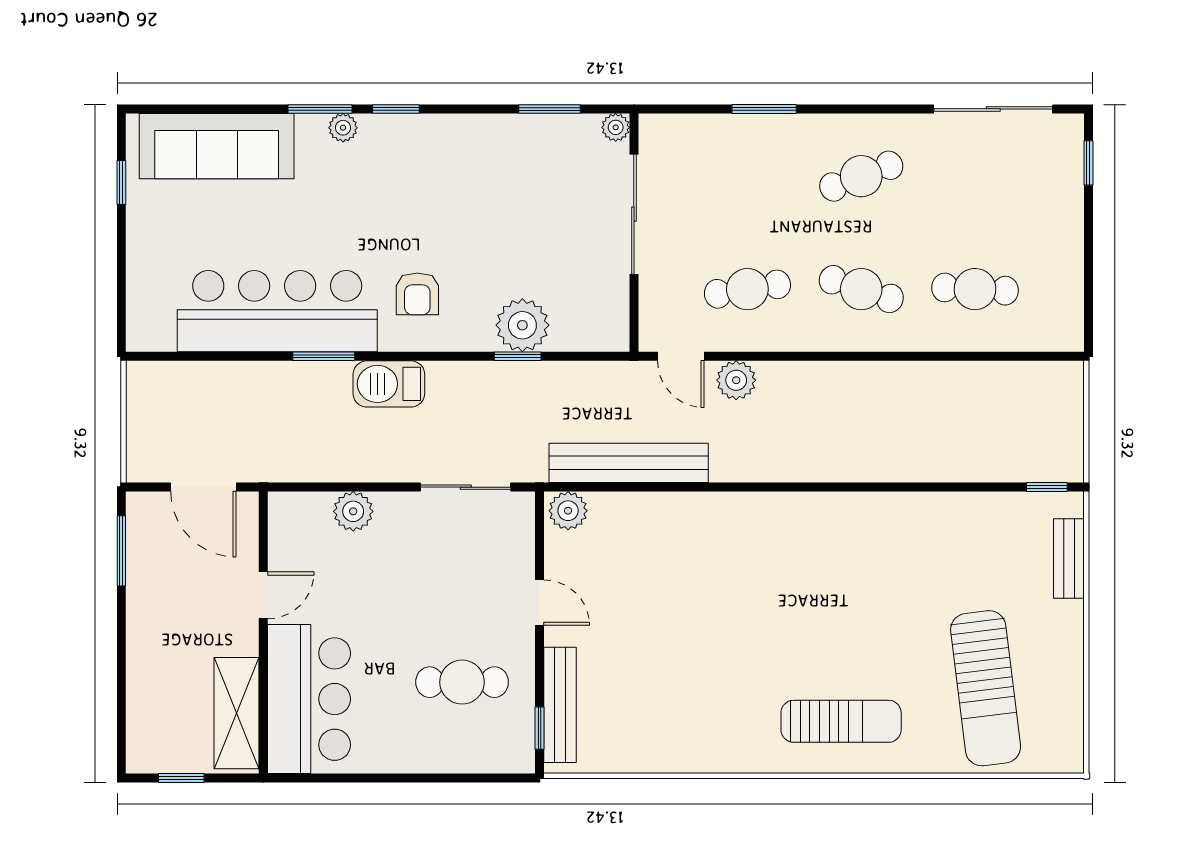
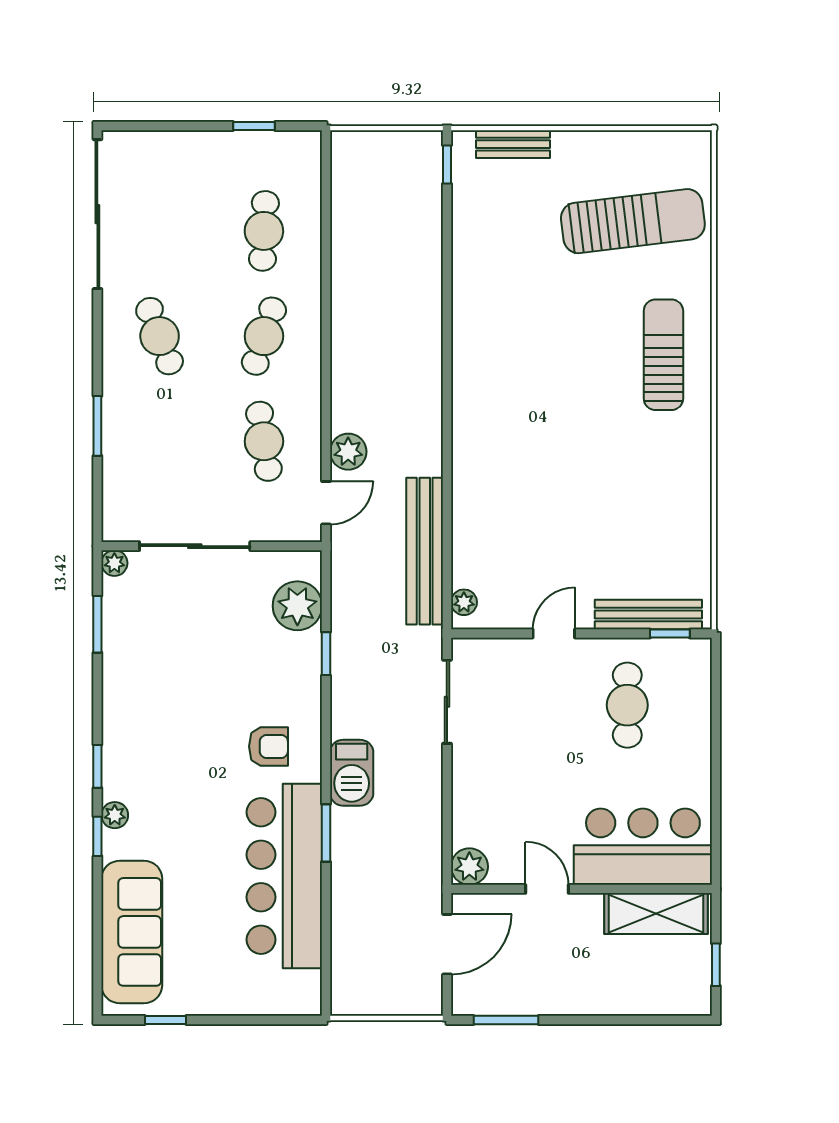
window: (320, 109) -> (97, 836), width x0.67
sliding door: (993, 109) -> (97, 214), width x1.36
window: (1088, 163) -> (254, 126), moved
plant: (522, 325) -> (297, 606), moved
plant: (353, 511) -> (469, 867), moved
plant: (568, 511) -> (464, 602), width x0.73, depth x0.73

